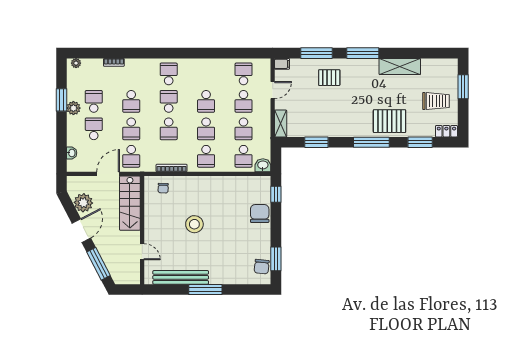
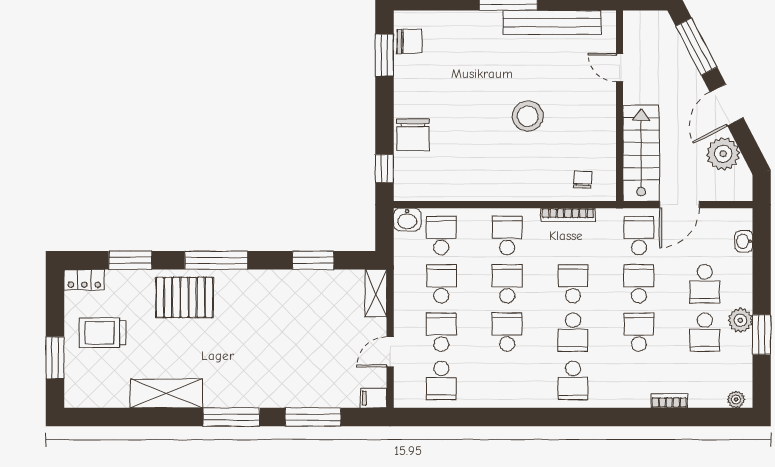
pallet: (329, 78) -> (290, 374), removed
chair: (262, 267) -> (409, 41), turned 84

